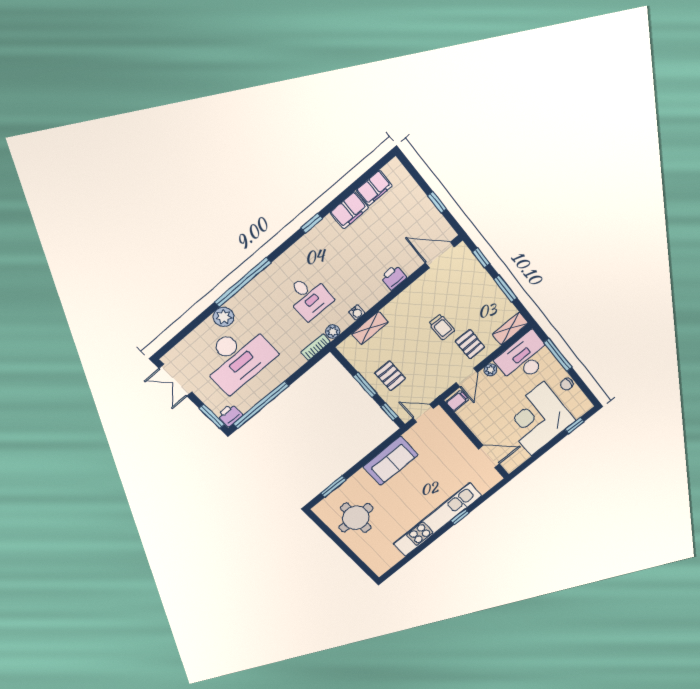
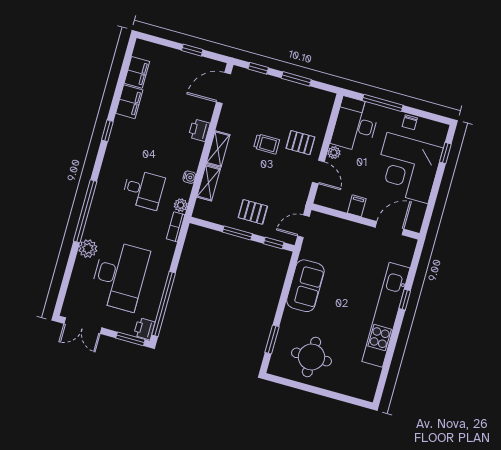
shelving: (510, 329) -> (218, 149), moved
filing cabinet: (457, 401) -> (357, 206), moved

